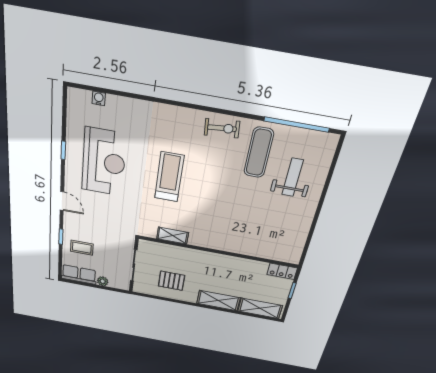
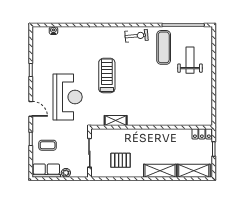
reception desk: (104, 162) -> (68, 97), moved

